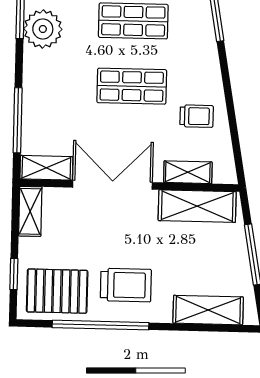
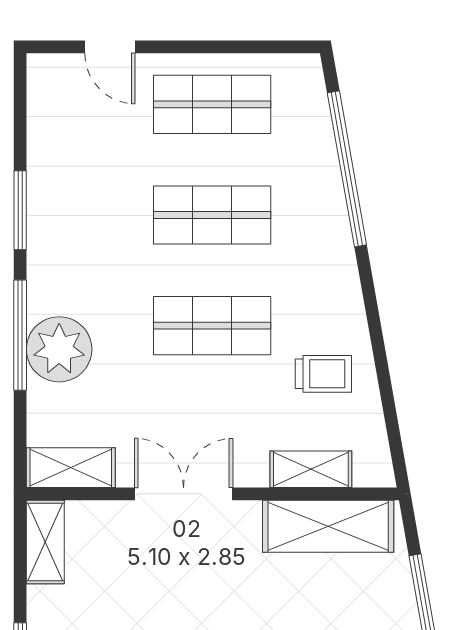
plant: (43, 29) -> (59, 349), moved
window: (18, 120) -> (20, 335), moved
double door: (112, 185) -> (184, 494), width x0.73

